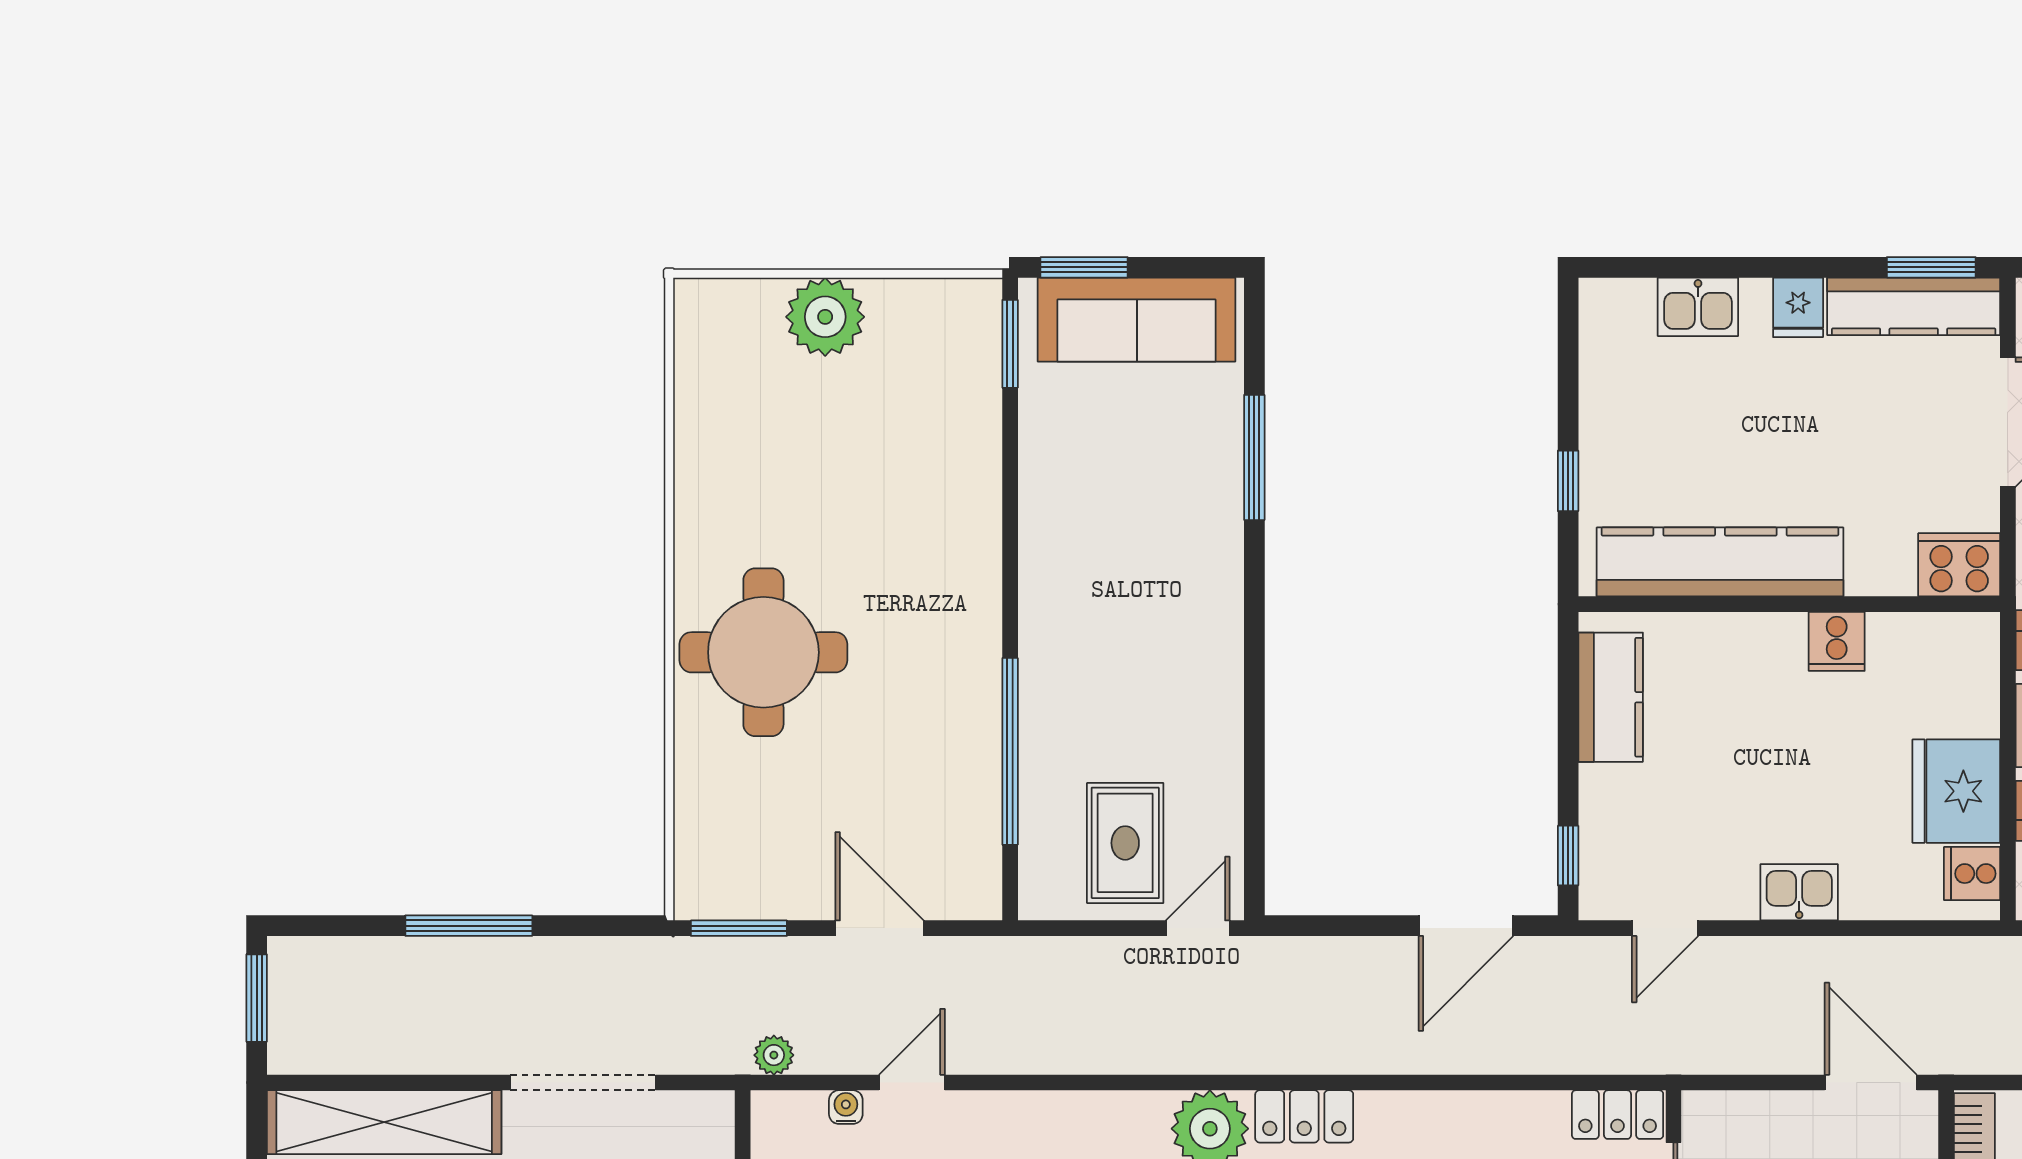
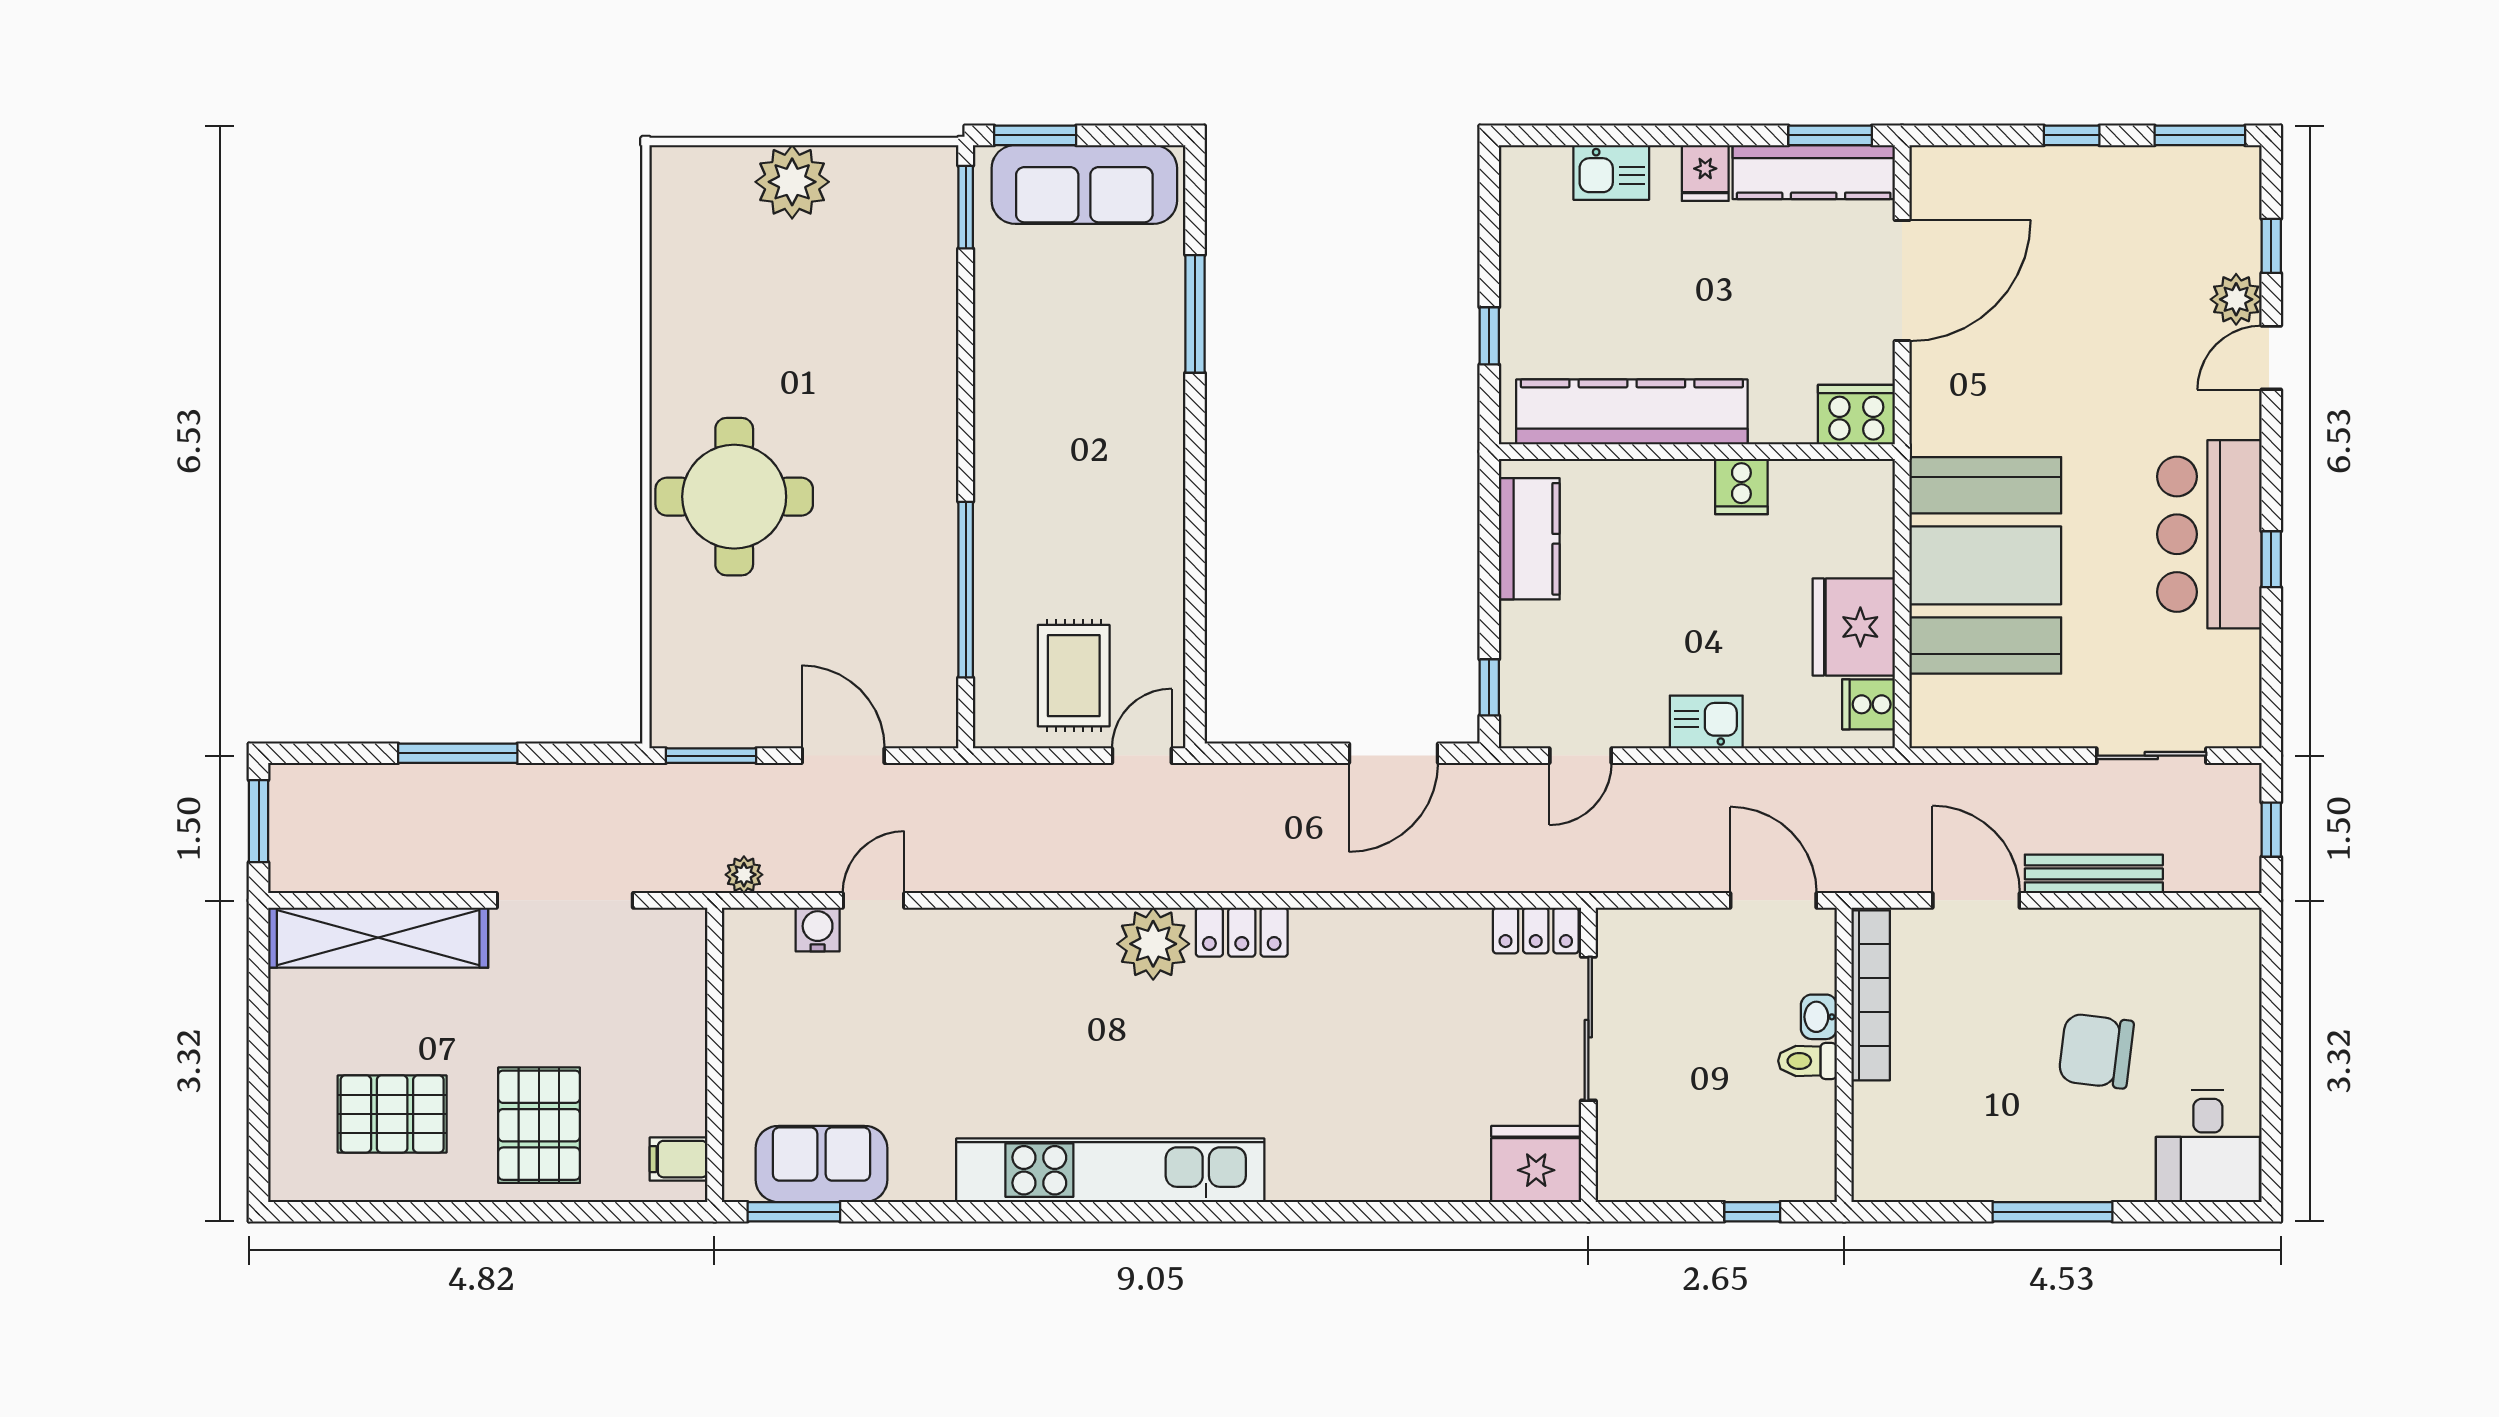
water cooler: (846, 1107) -> (818, 930), width x1.38, depth x1.38

